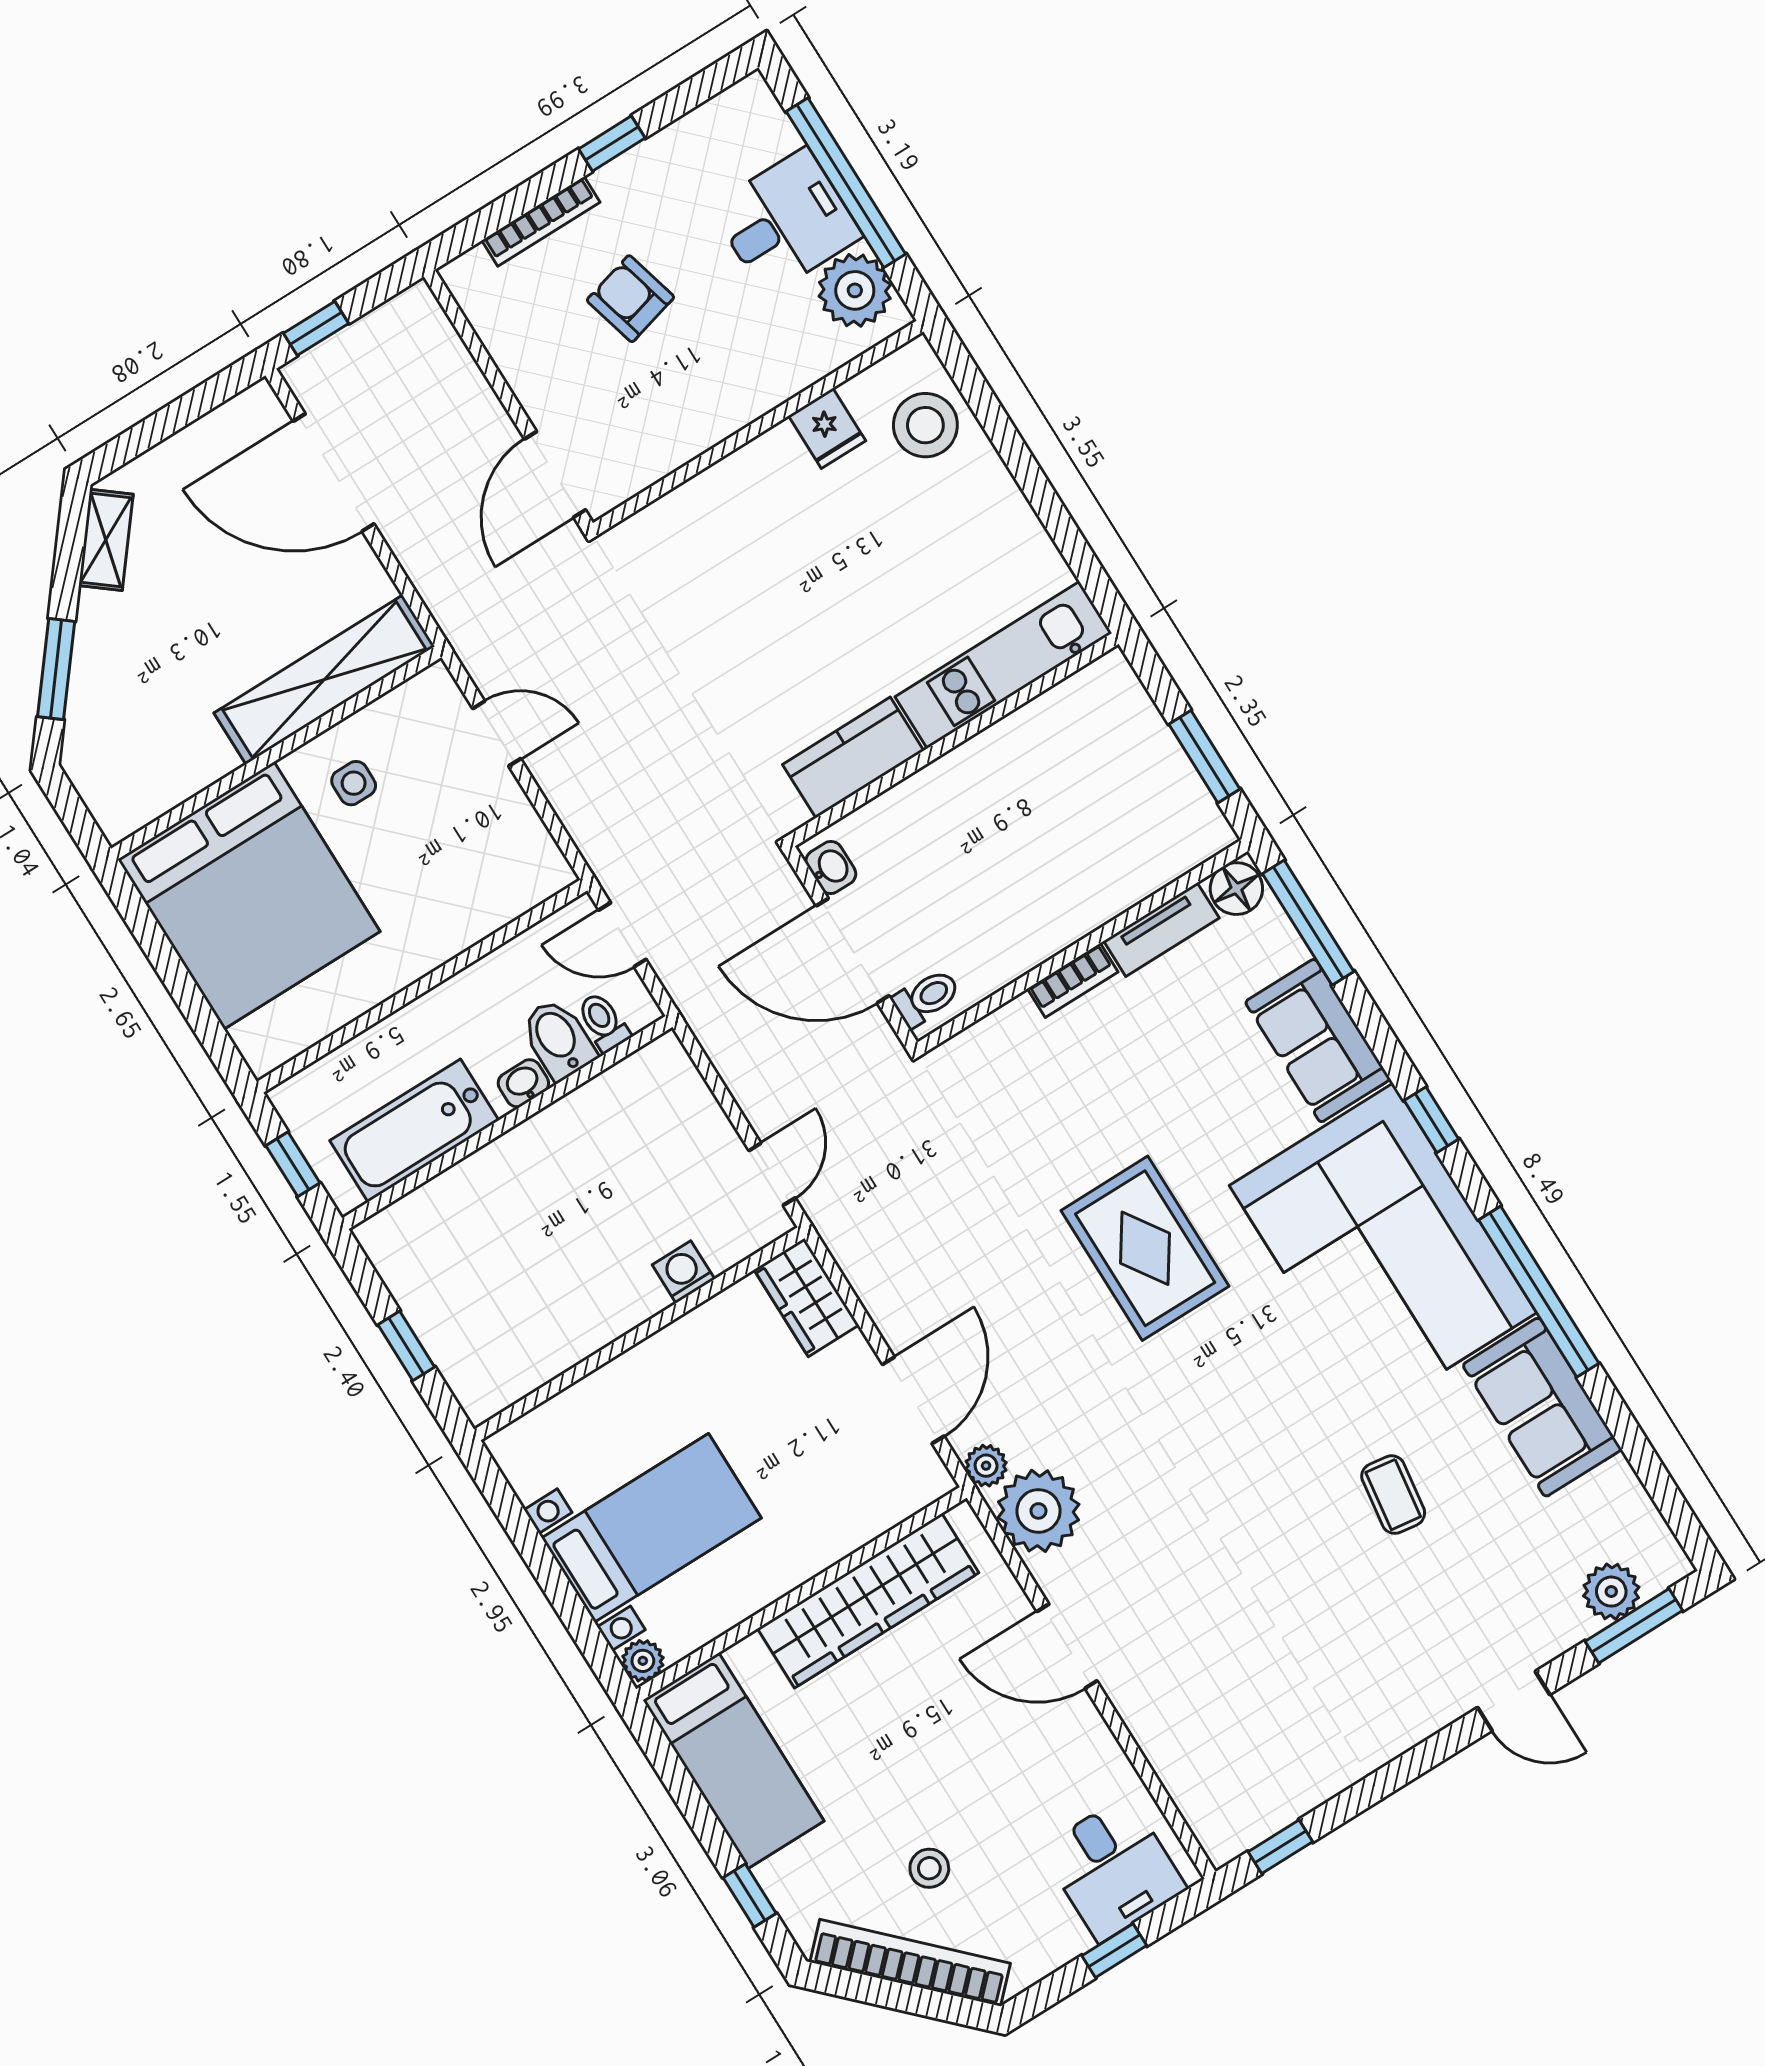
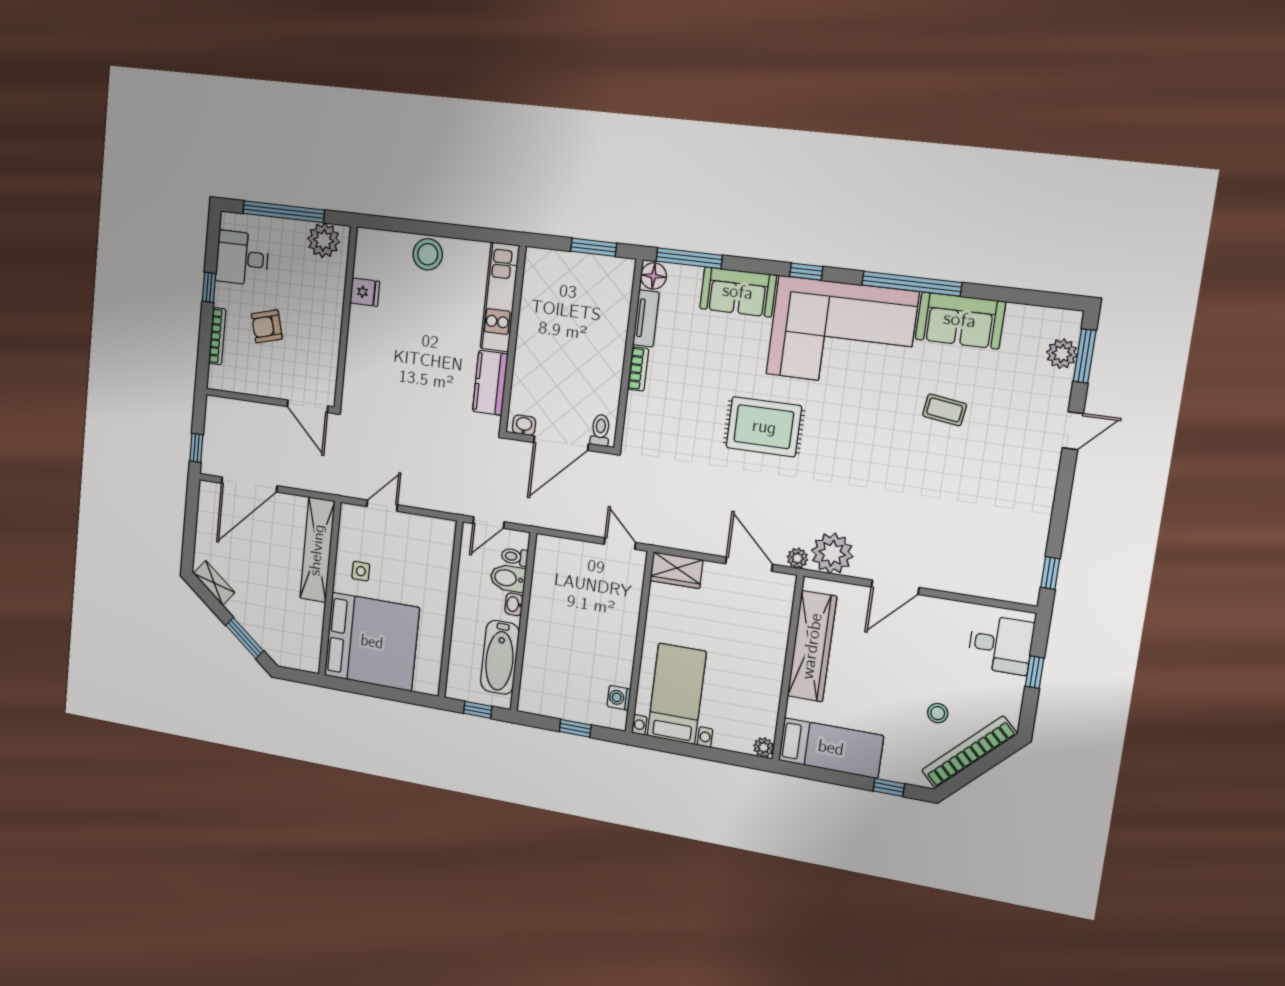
desk: (786, 222) -> (242, 258), moved, turned -90
stool: (925, 425) -> (428, 254), moved
washing machine: (683, 1272) -> (619, 698), moved
bed with nightstands: (651, 1528) -> (677, 694), moved

